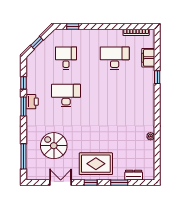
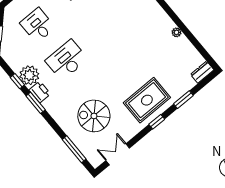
plant: (34, 86) -> (29, 75), added
dresser: (134, 175) -> (202, 72), moved
double door: (61, 183) -> (118, 154), moved

